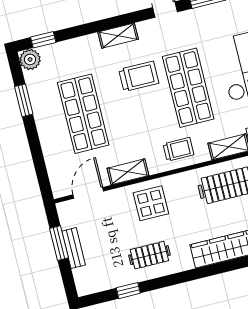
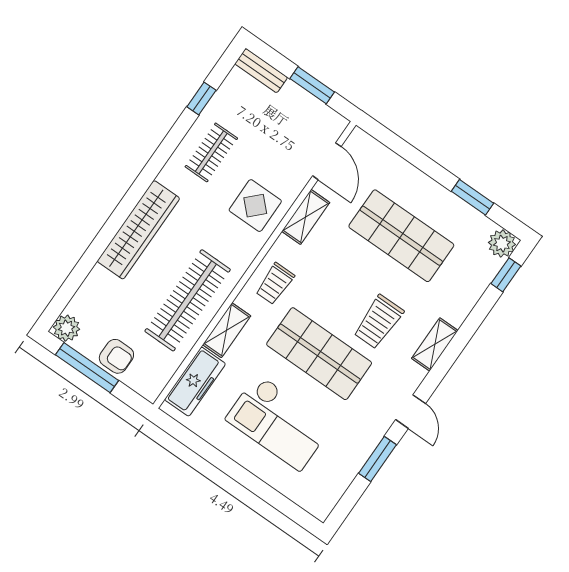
bench: (74, 248) -> (261, 71), moved

